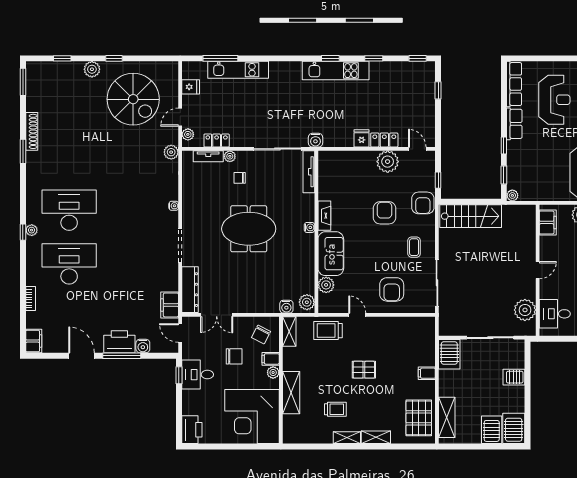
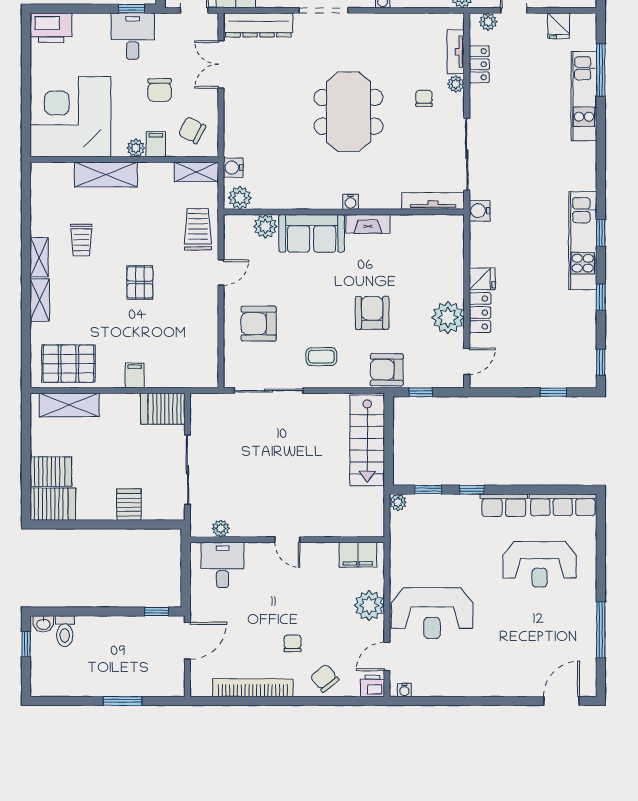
armchair: (384, 213) -> (372, 313), turned -90
plant: (525, 310) -> (221, 528), width x0.53, depth x0.53

